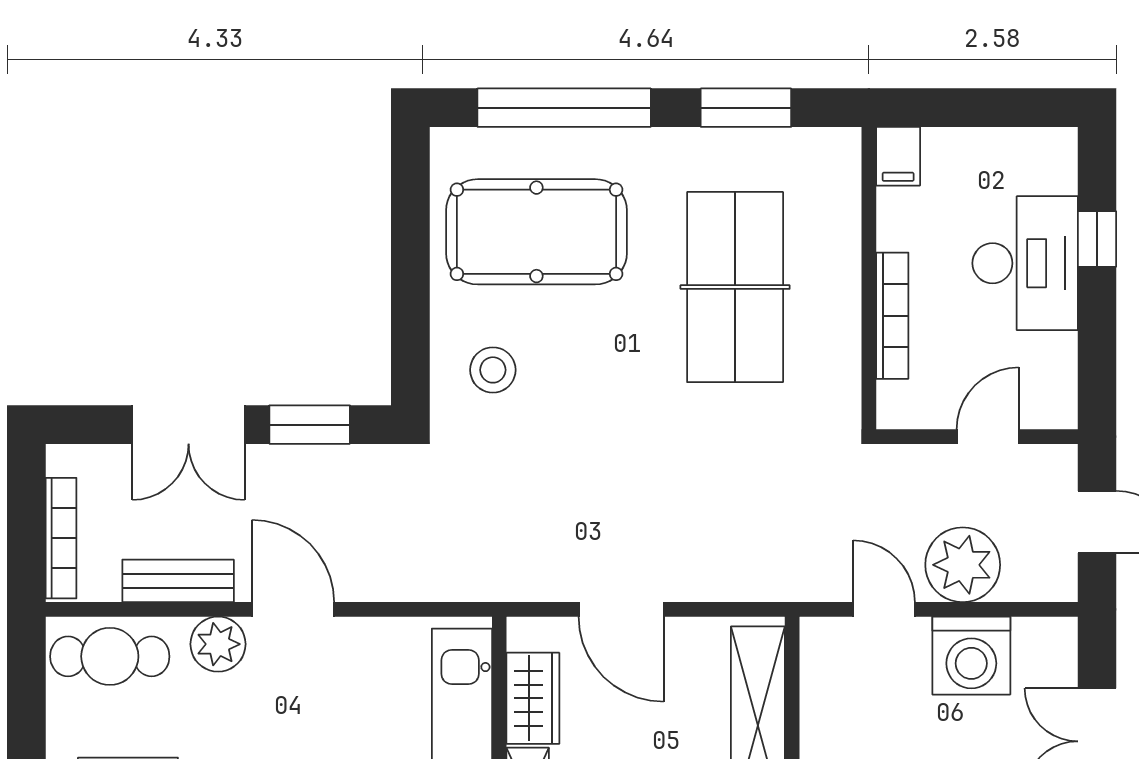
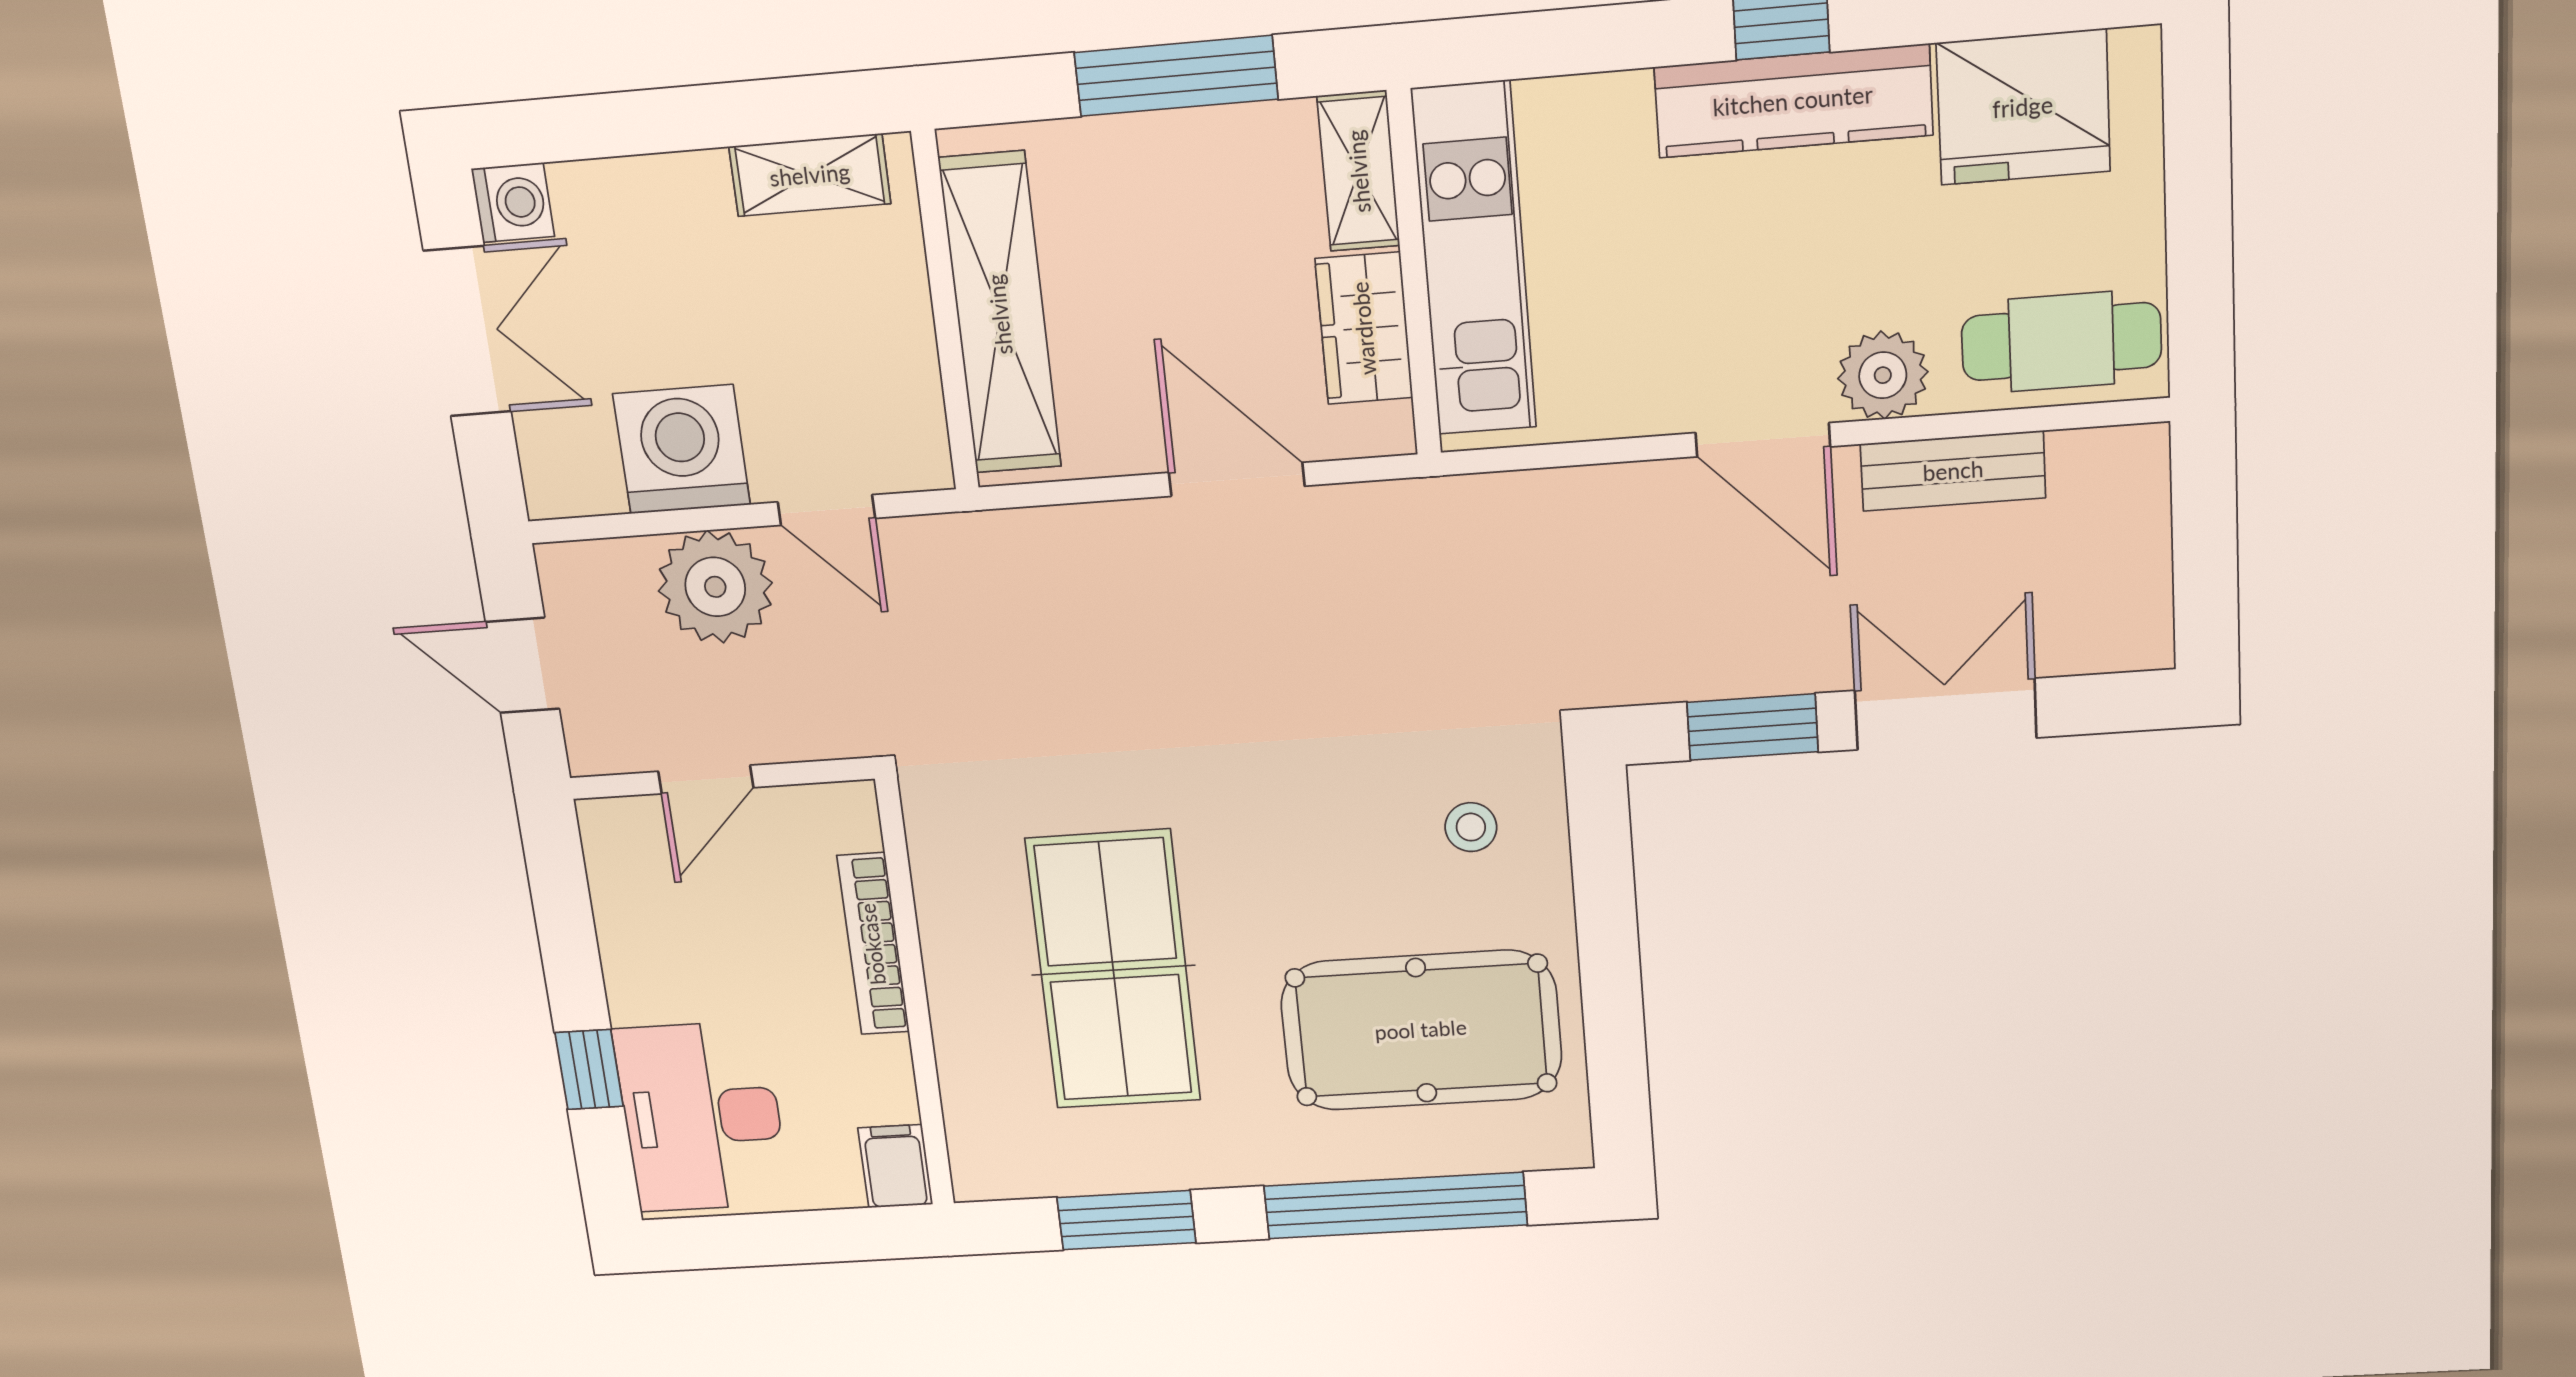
desk: (1025, 263) -> (702, 1117), moved
stool: (493, 370) -> (1471, 827), width x0.73, depth x0.73
bookcase: (61, 538) -> (2147, 524), removed

